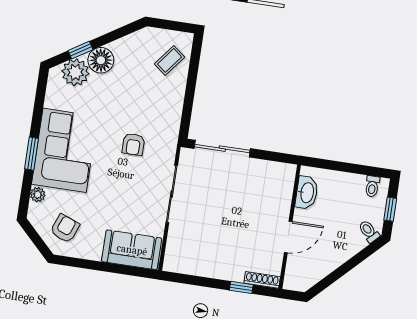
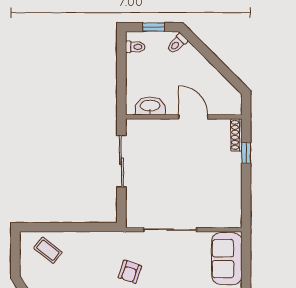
armchair: (133, 144) -> (130, 272), turned 109
sliding door: (222, 149) -> (121, 161), moved

